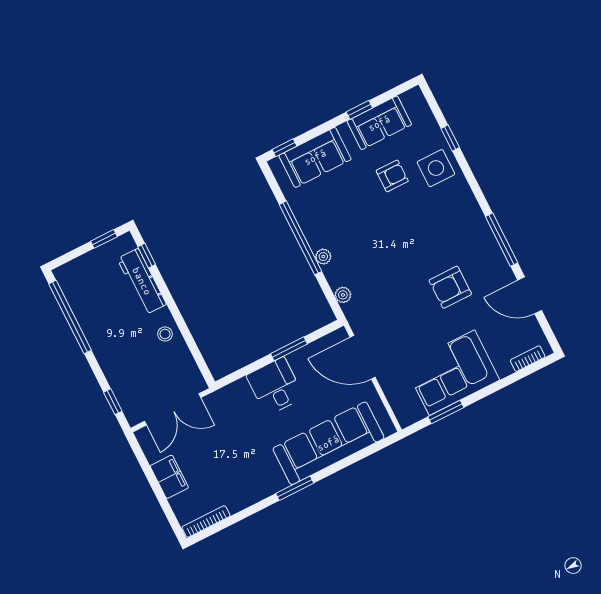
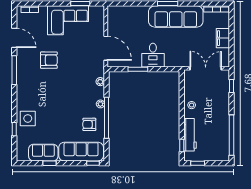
sofa: (315, 157) -> (81, 152), width x1.36
armchair: (392, 176) -> (89, 124), moved
sofa: (328, 443) -> (176, 16), moved

